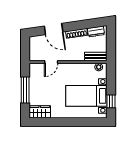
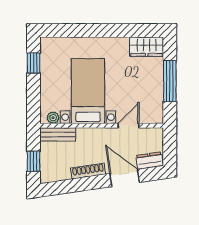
dresser: (96, 31) -> (150, 161), moved
window: (111, 40) -> (34, 161), added
bed with nightstands: (86, 96) -> (88, 91), moved, turned -90

